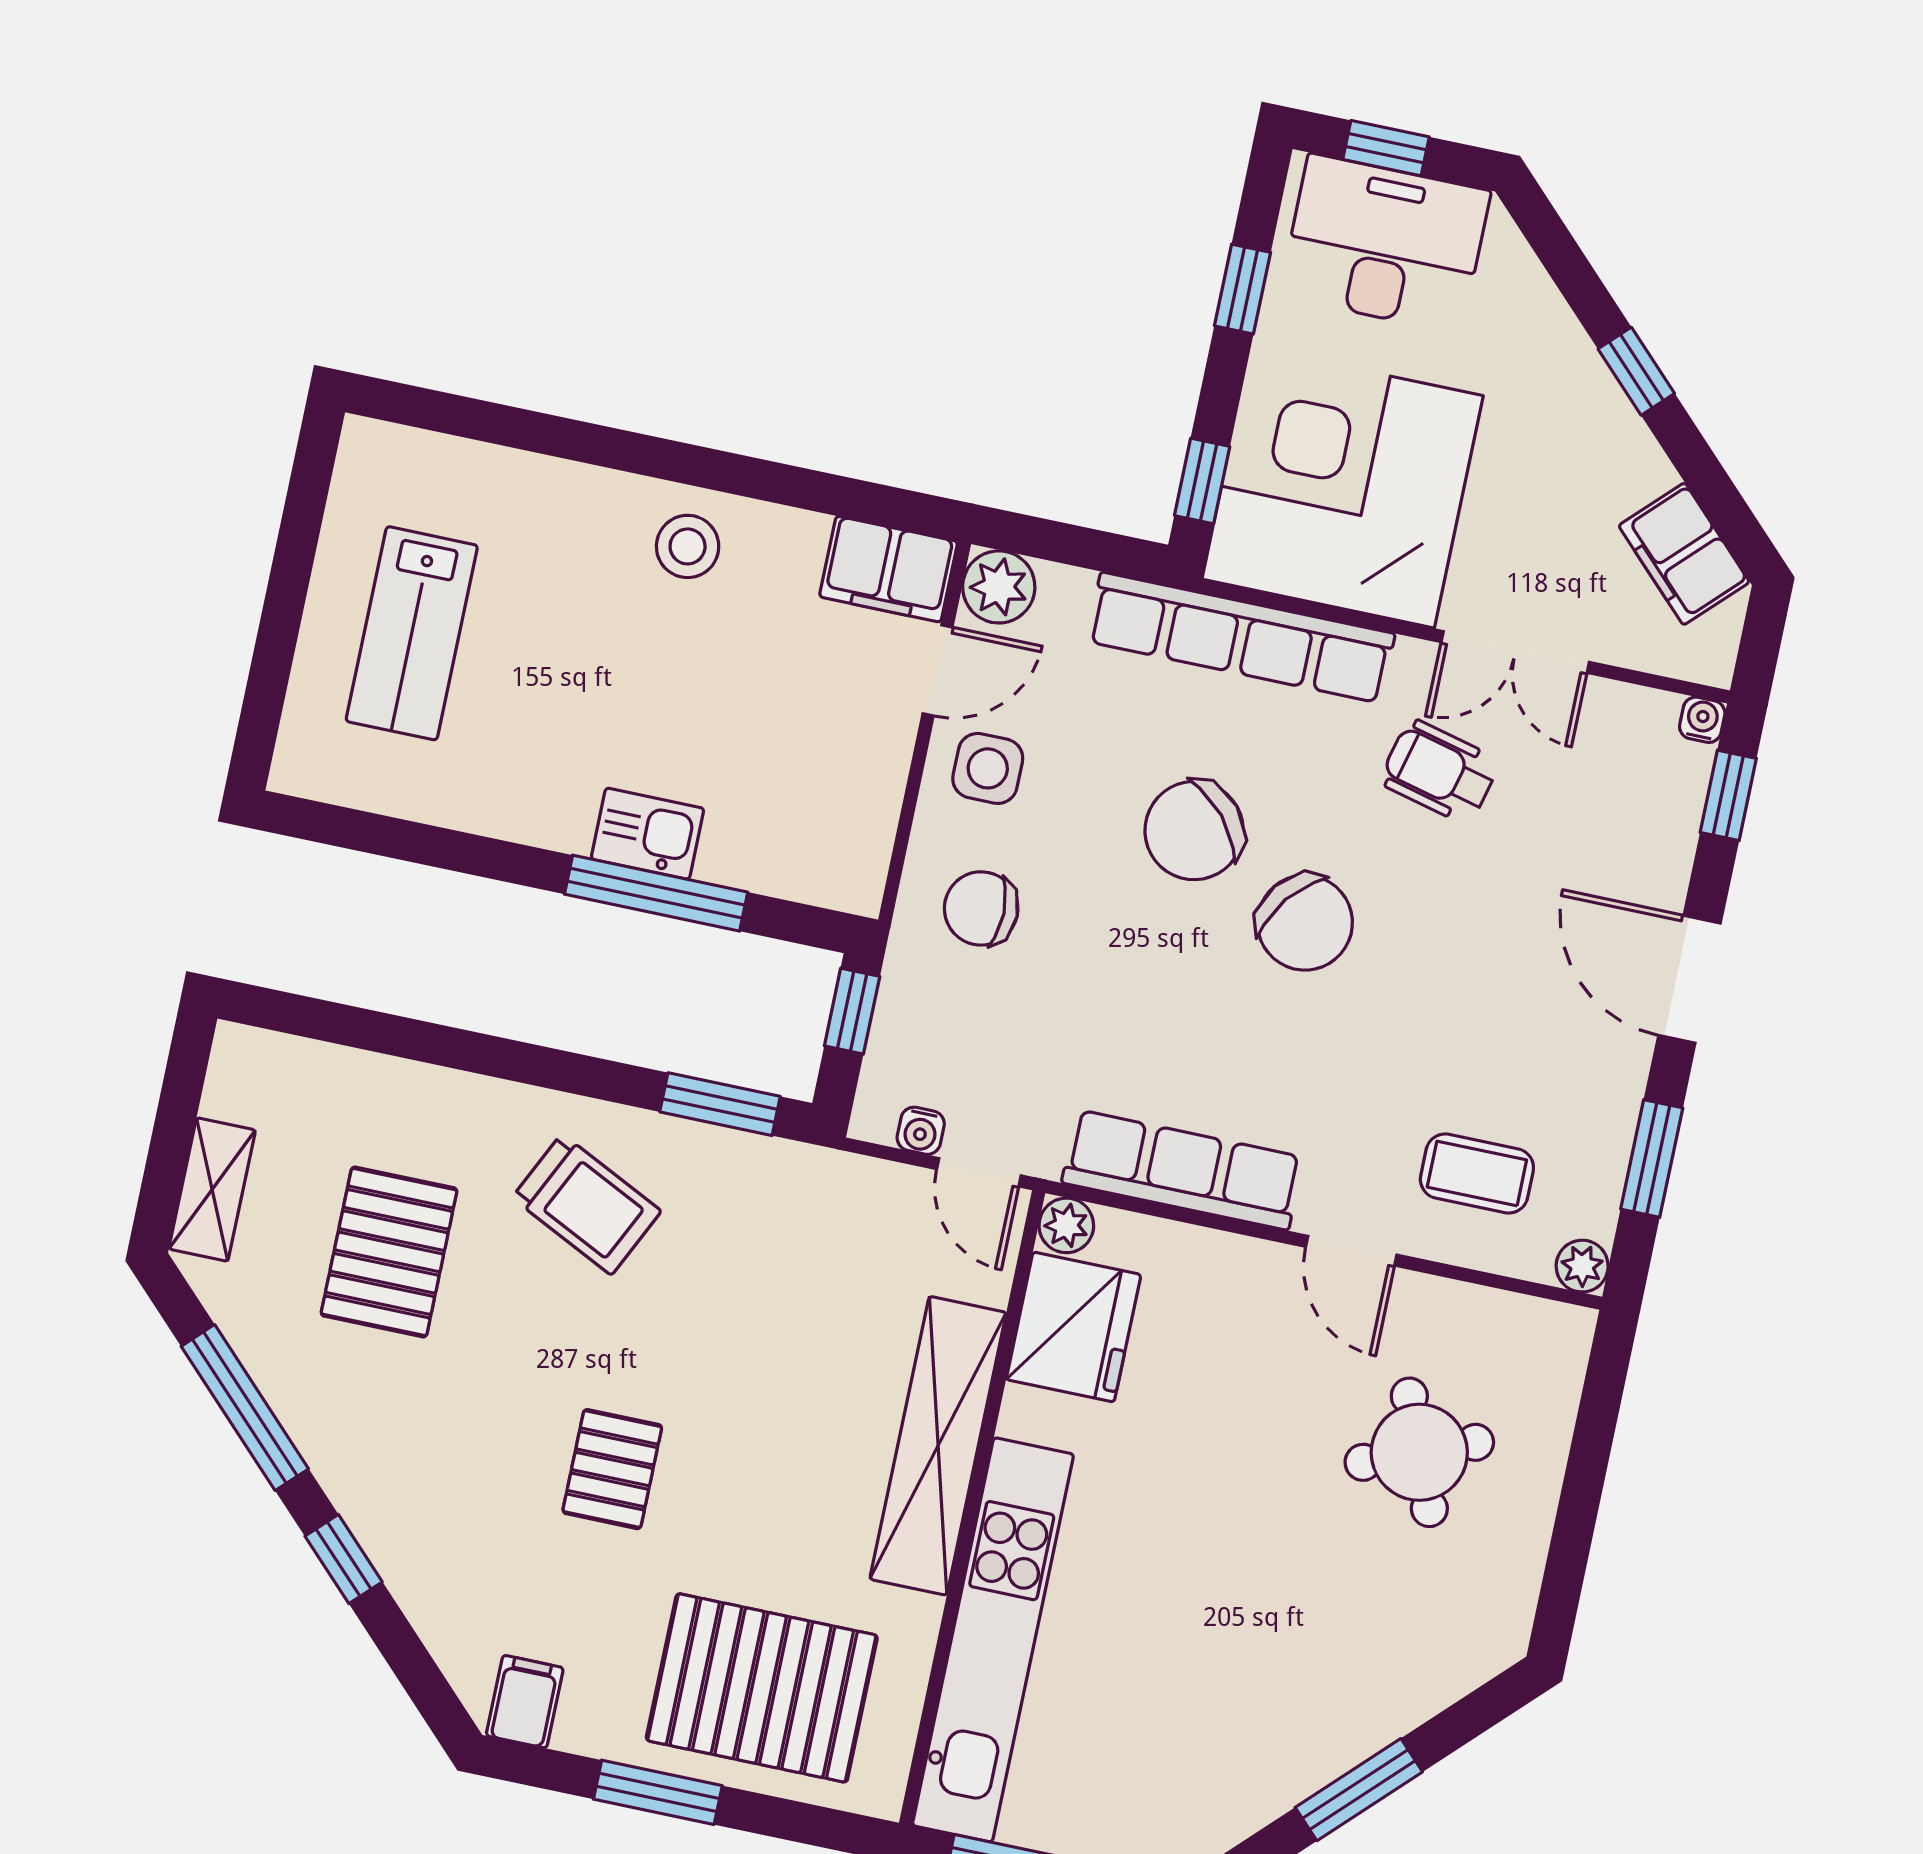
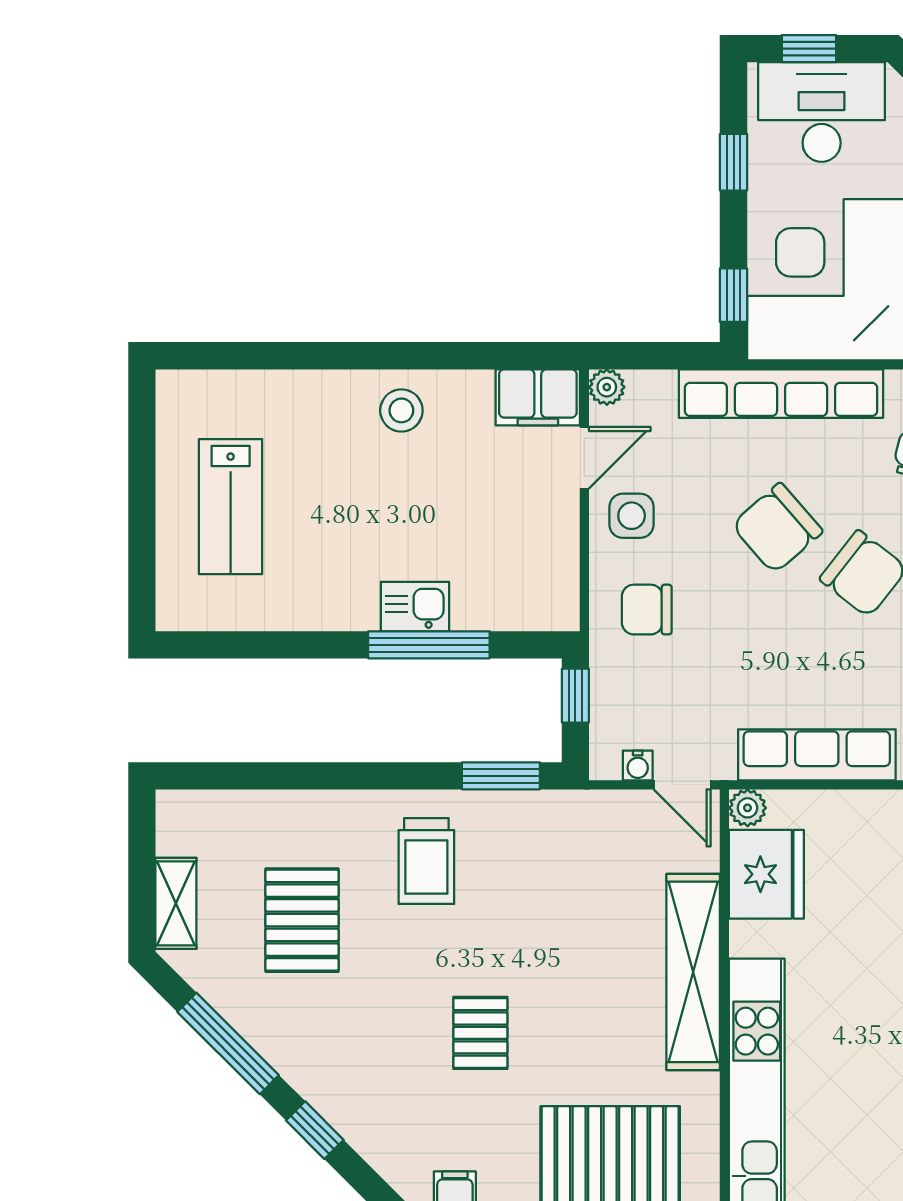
plant: (999, 587) -> (607, 387), width x0.73, depth x0.73
trolley: (587, 1204) -> (426, 861), turned 64

